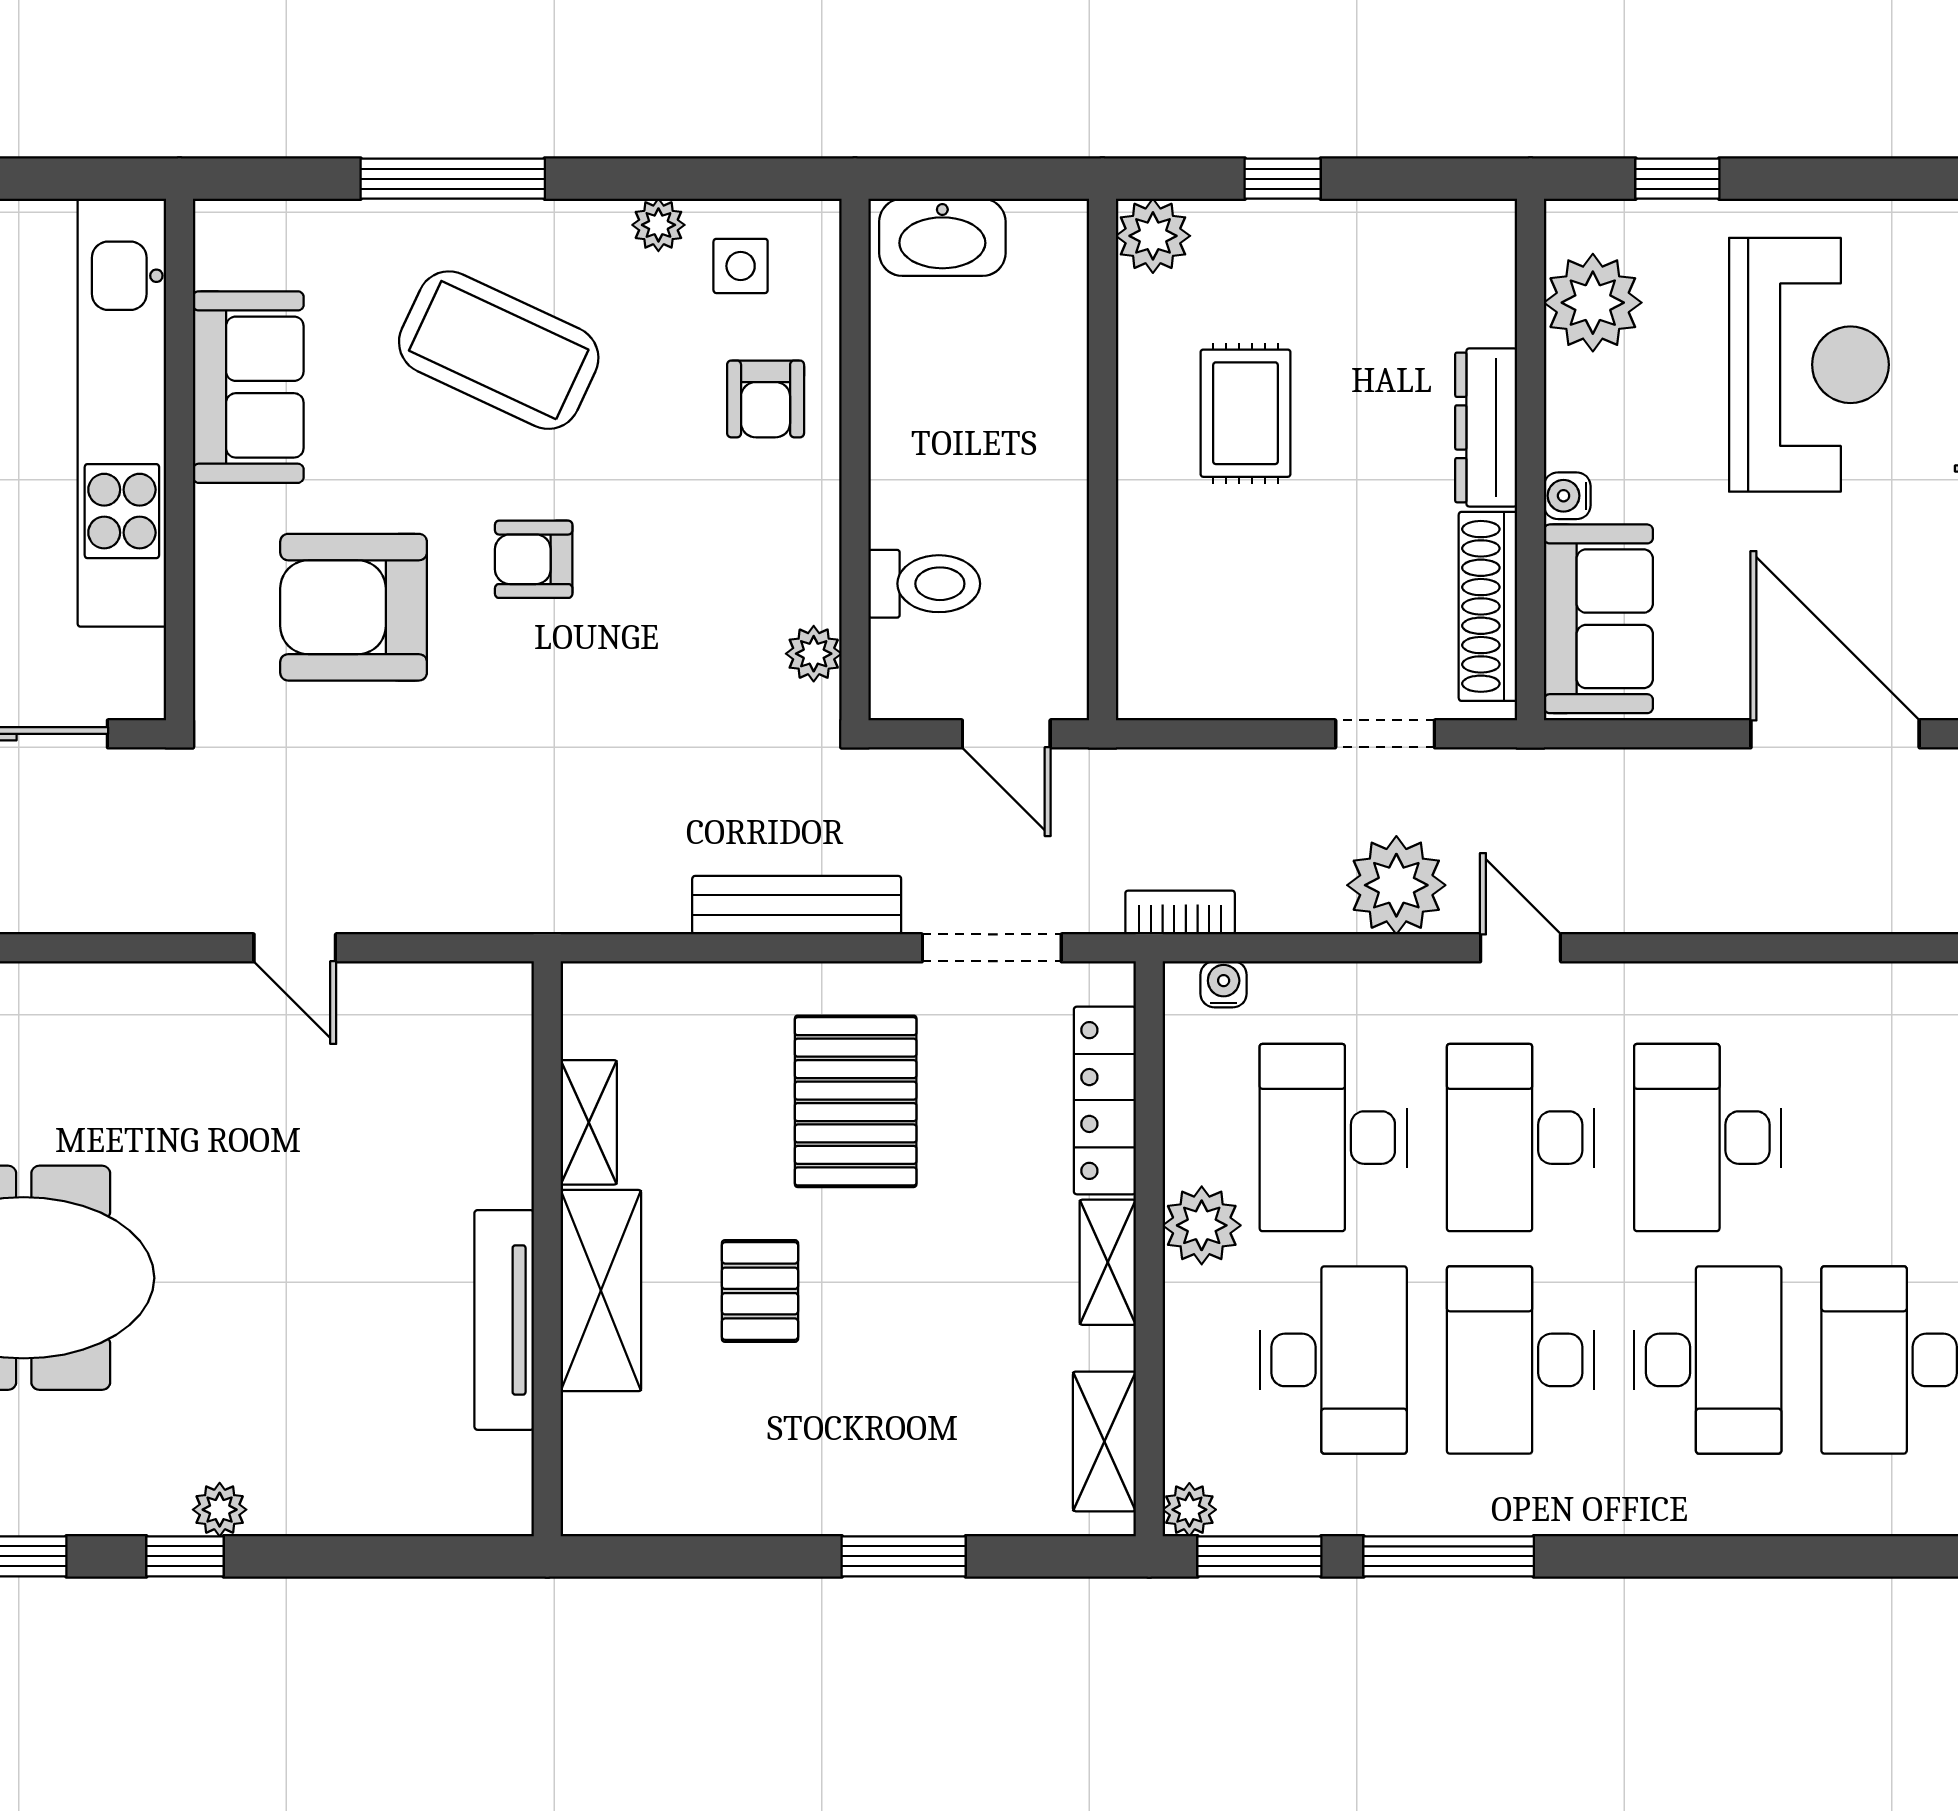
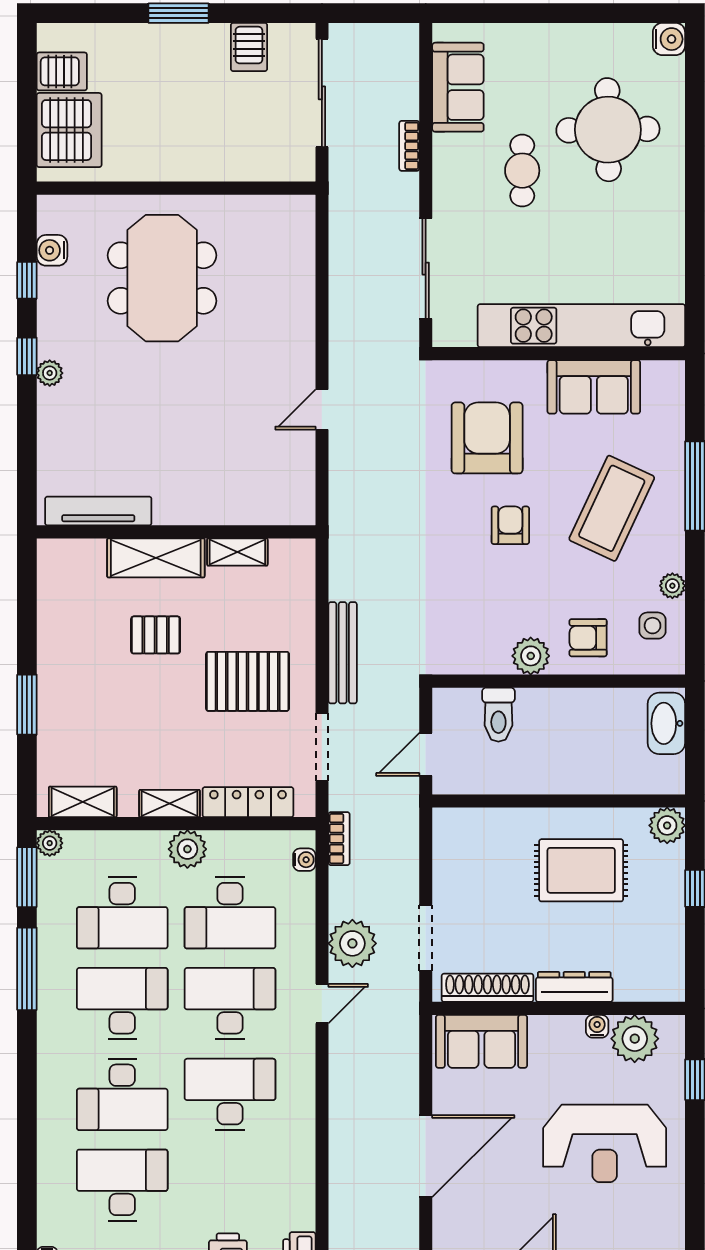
rug: (1245, 413) -> (581, 870), width x1.36, depth x1.43
water cooler: (1567, 496) -> (597, 1026), moved
plant: (814, 654) -> (531, 656), moved, width x1.38, depth x1.38
doorway: (1385, 734) -> (426, 938), width x1.38
desk: (1333, 1138) -> (230, 913), turned 180
tv unit: (504, 1320) -> (98, 511), moved

